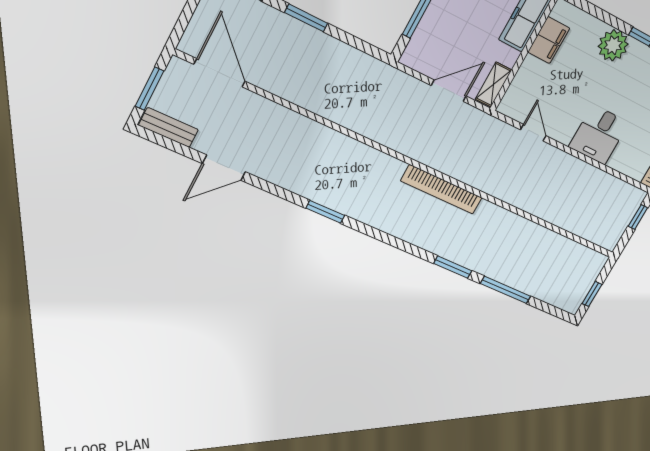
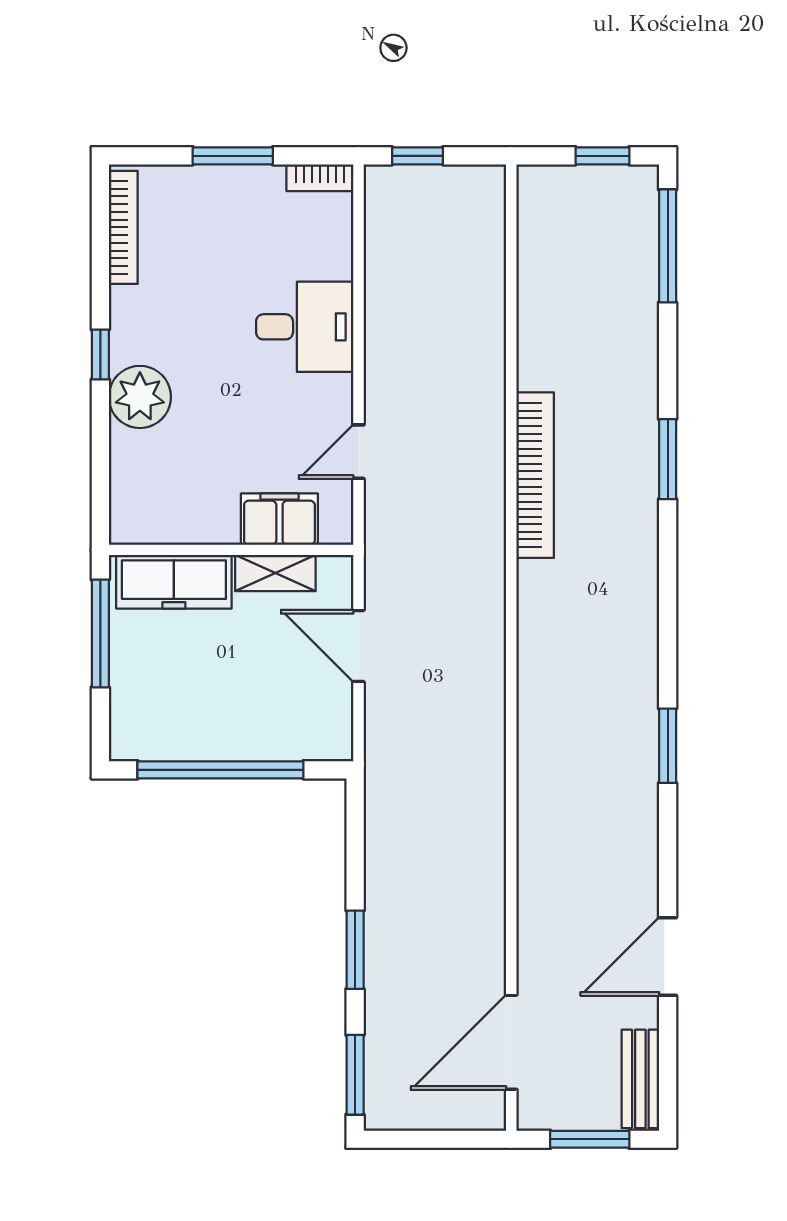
filing cabinet: (549, 40) -> (279, 519), moved
shelving: (493, 85) -> (275, 573), moved
door: (224, 168) -> (668, 956), swing flipped
bookcase: (442, 189) -> (535, 475), moved
window: (506, 290) -> (668, 246), moved

